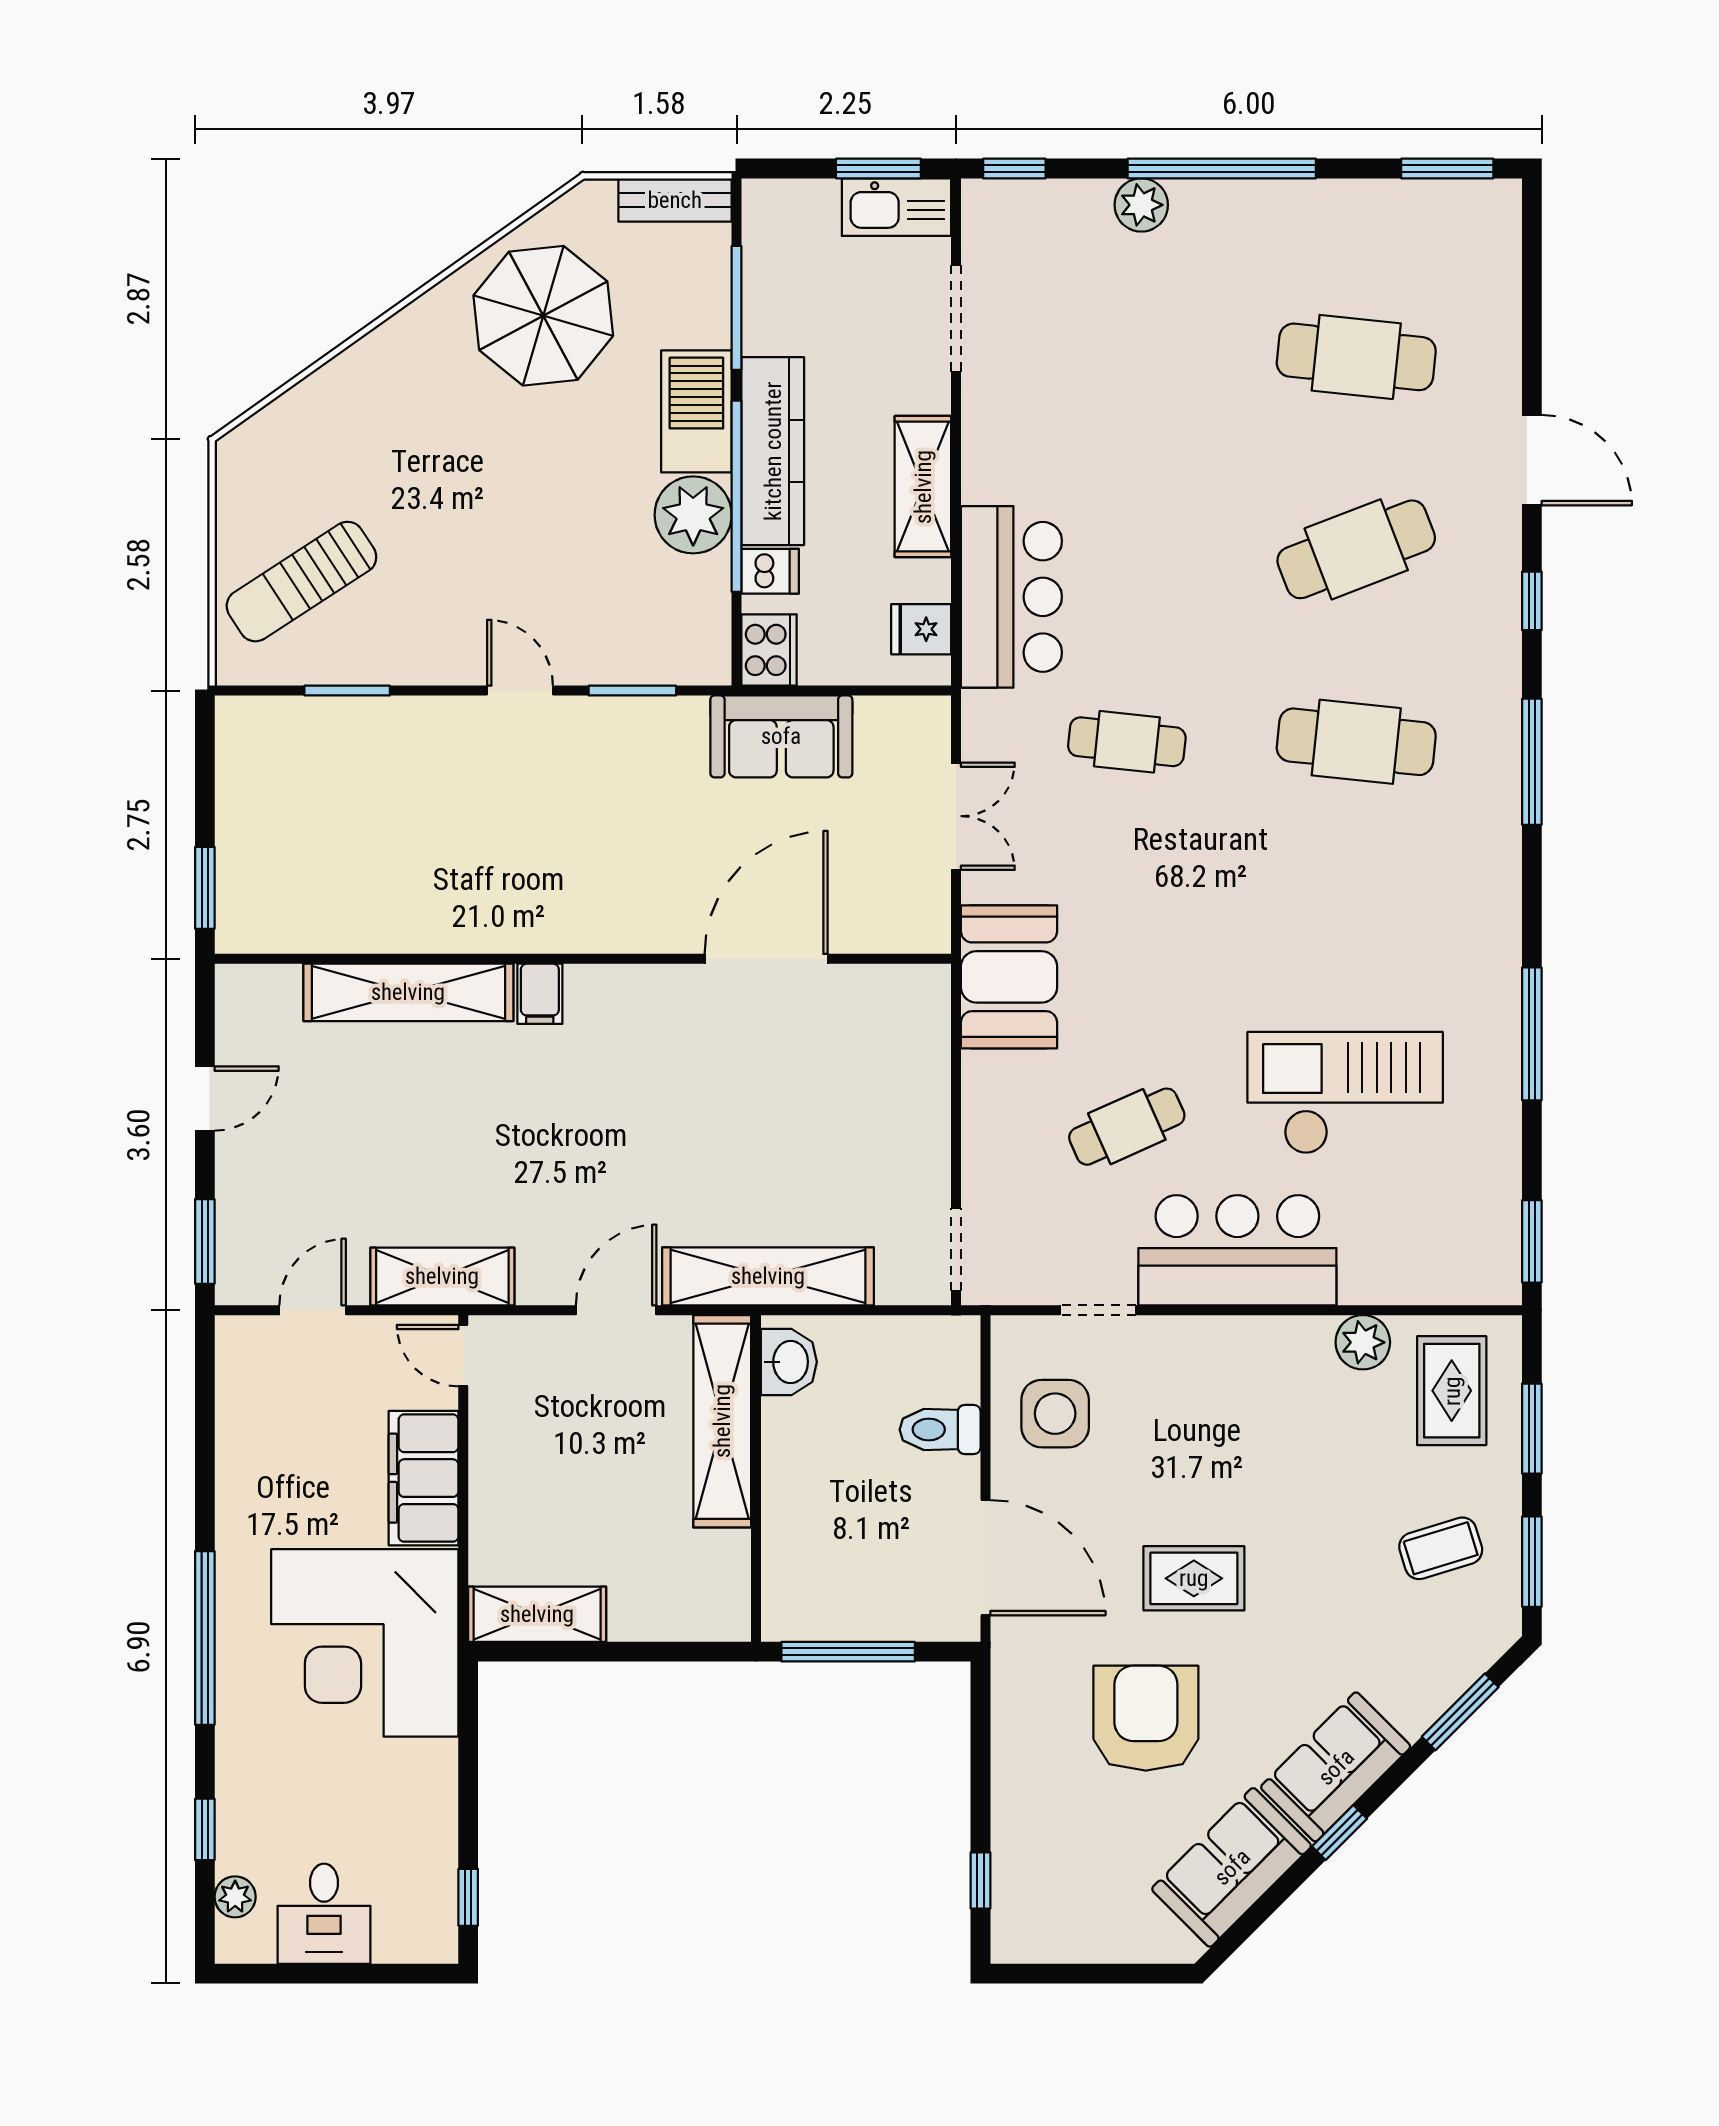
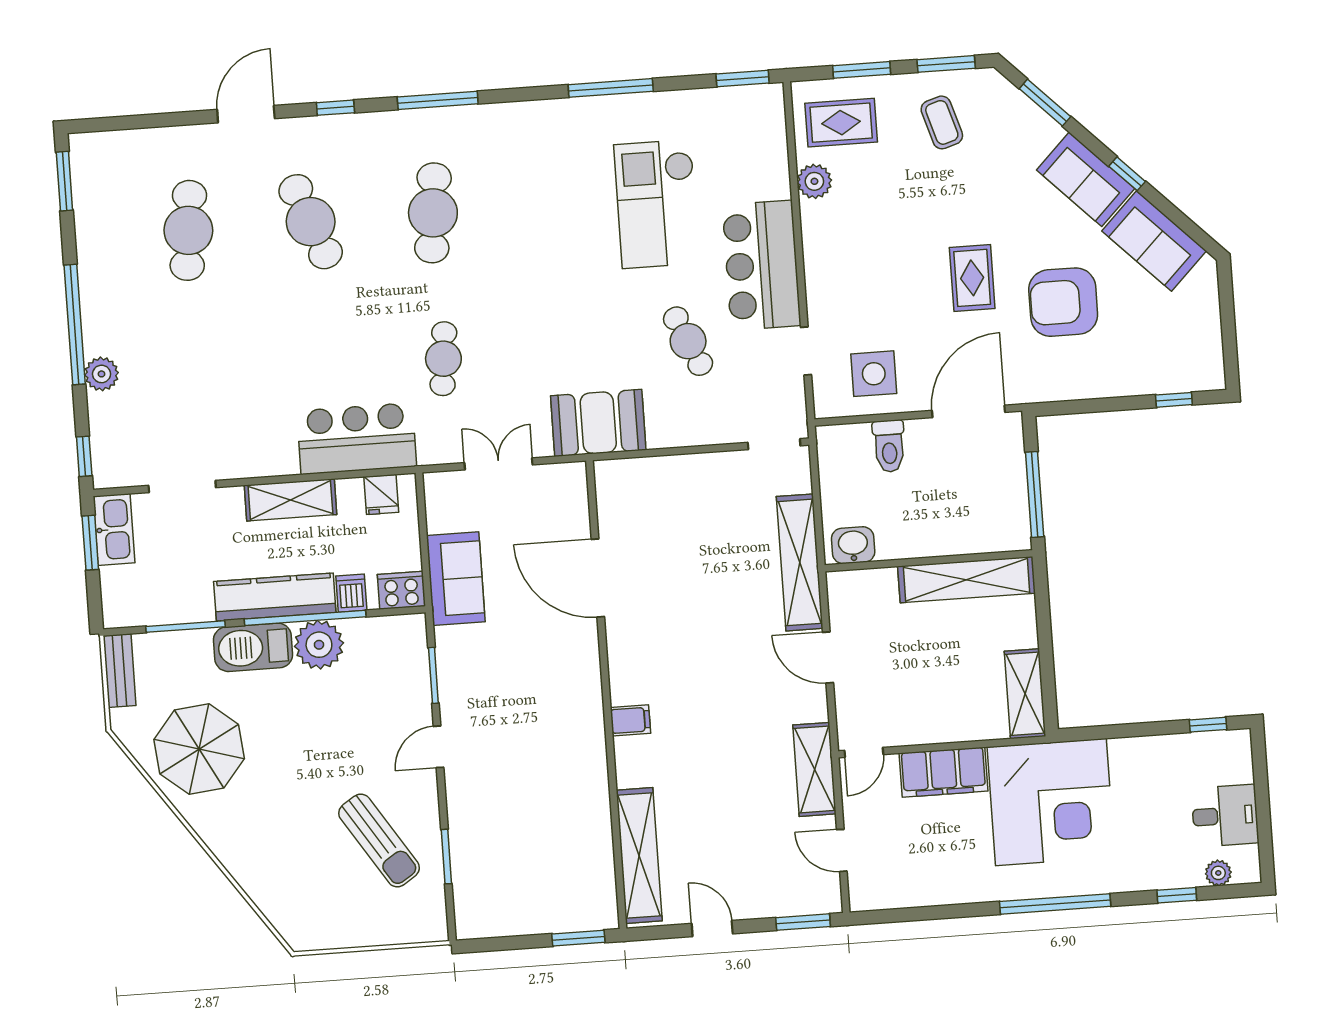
sun lounger: (301, 582) -> (379, 840), moved
shelving: (408, 992) -> (639, 855), moved
shelving: (722, 1421) -> (967, 580), moved

